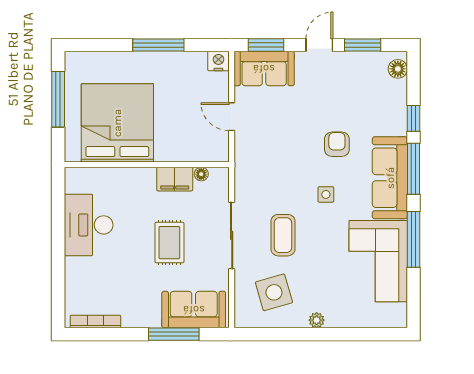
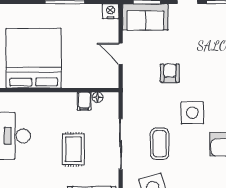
armchair: (337, 144) -> (170, 73), moved
filing cabinet: (175, 179) -> (84, 101), width x0.50
side table: (326, 194) -> (192, 113), width x1.87, depth x1.87

